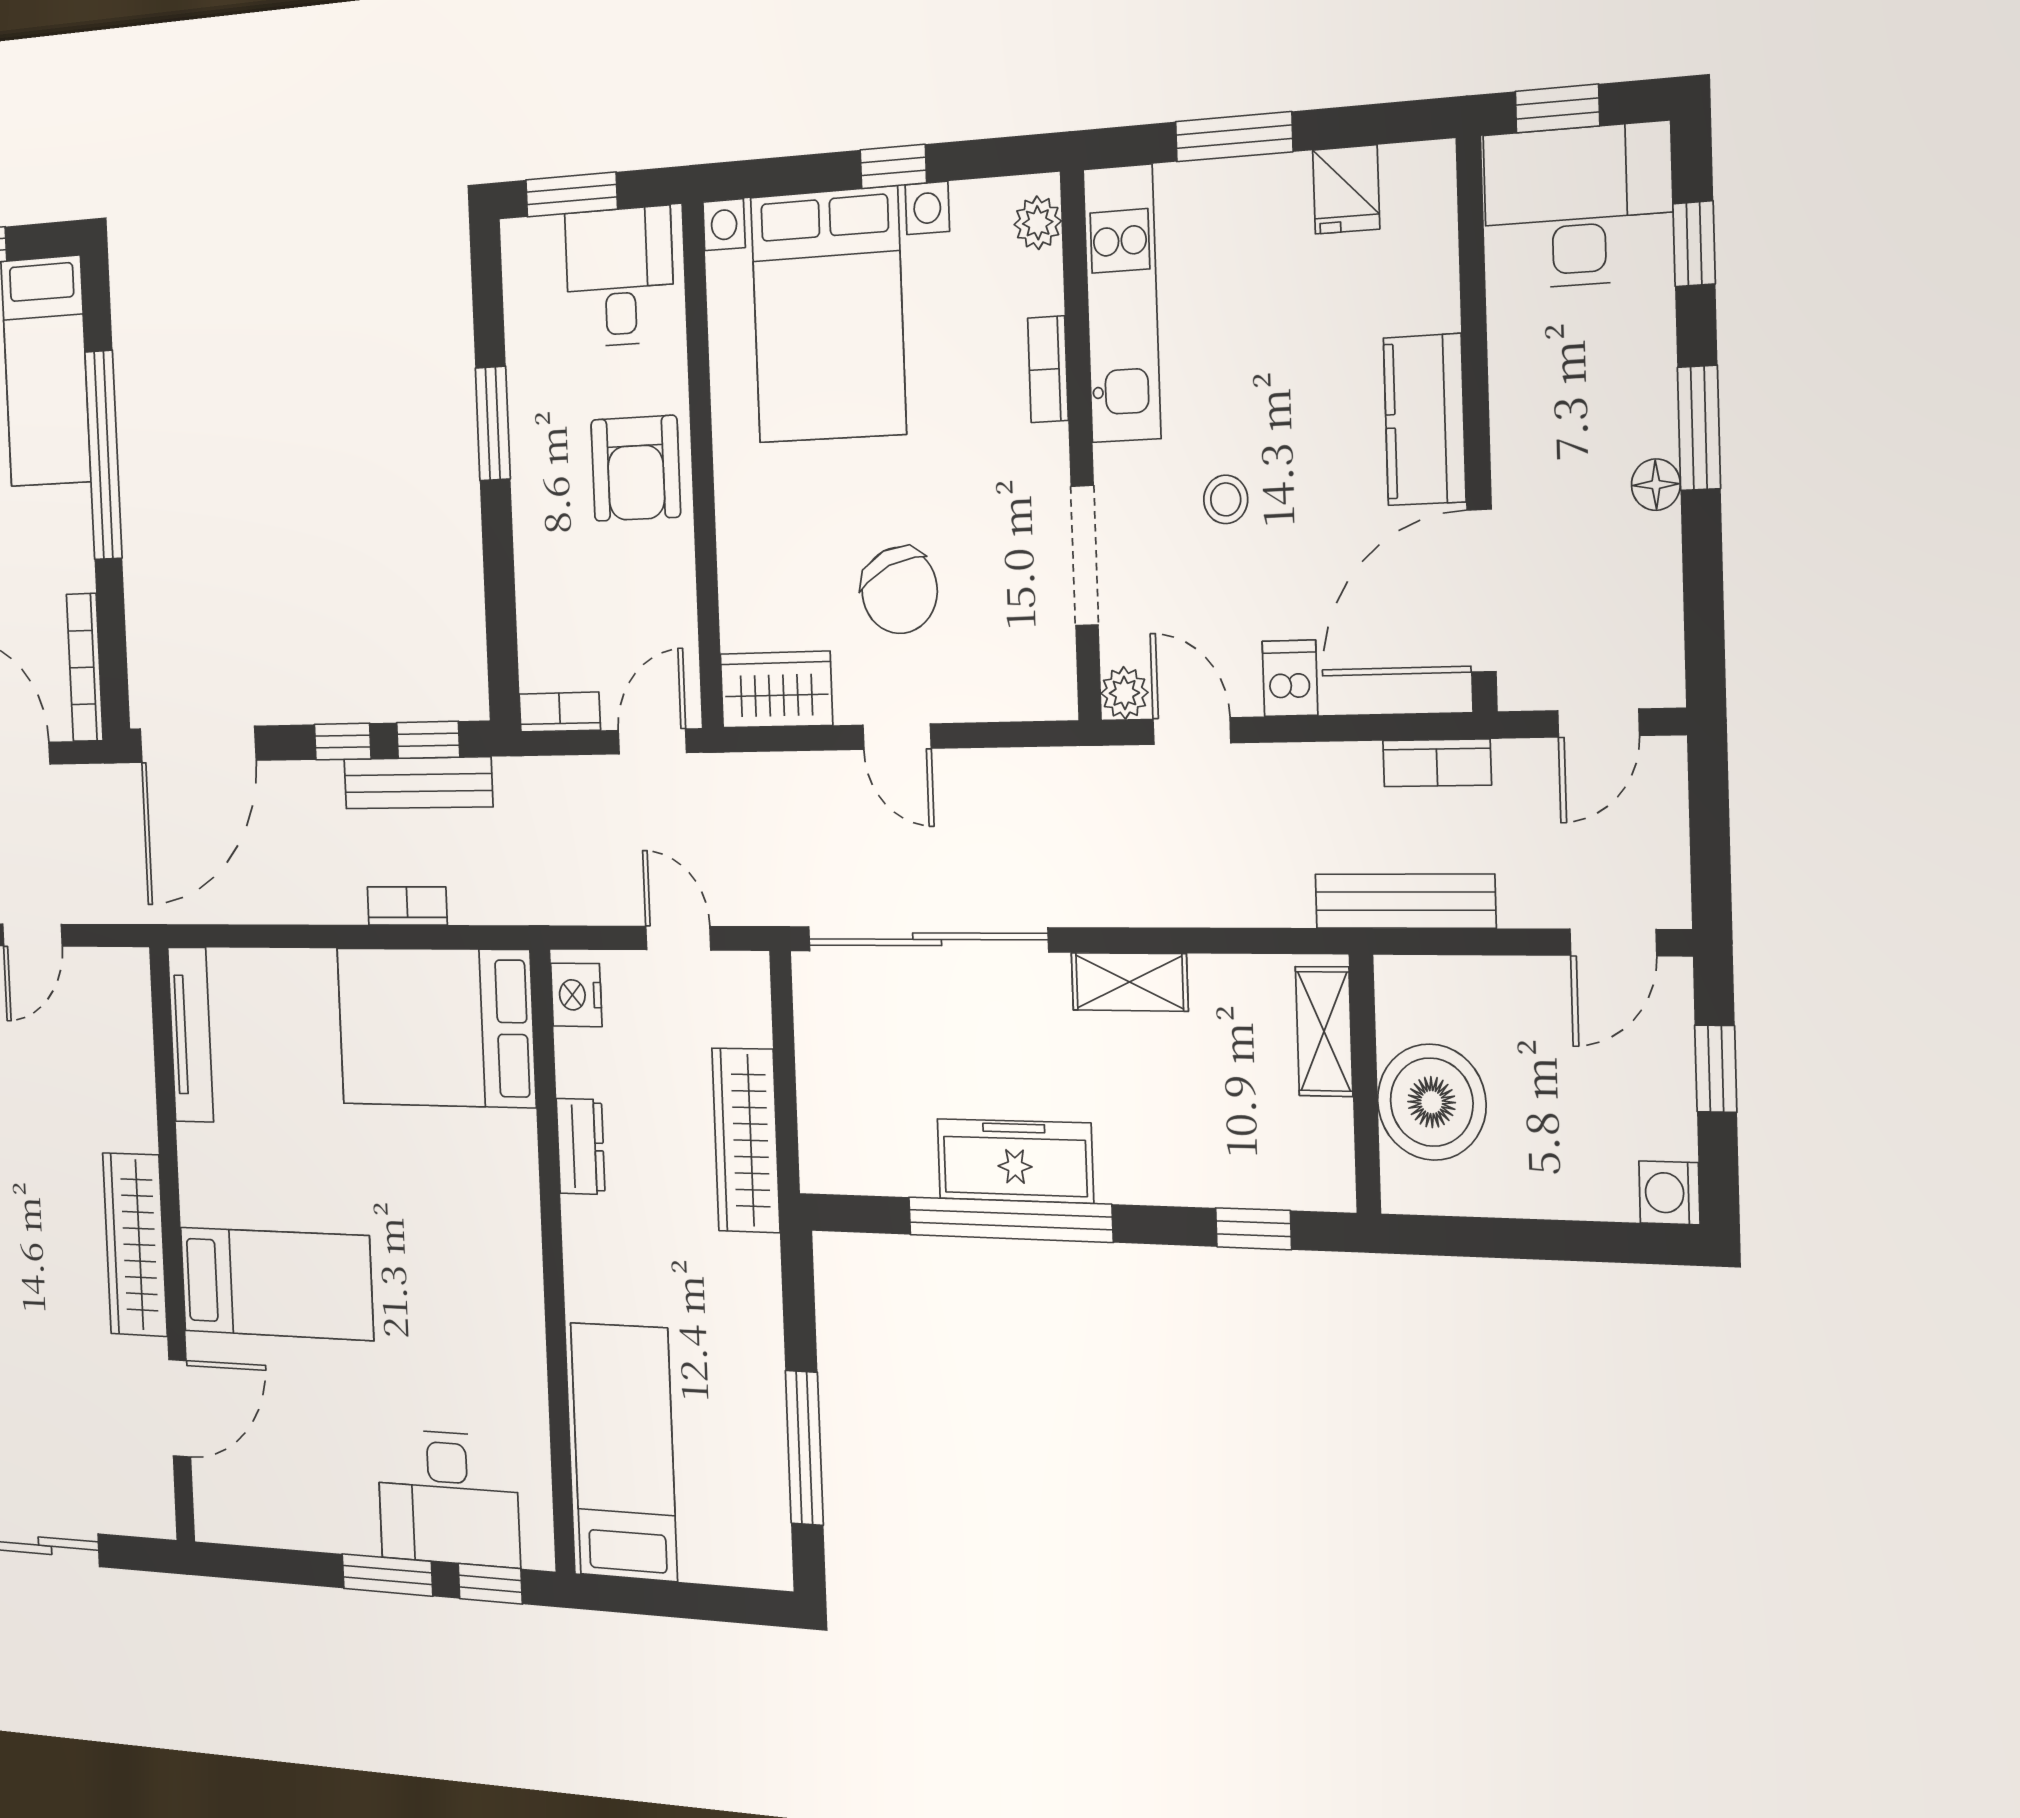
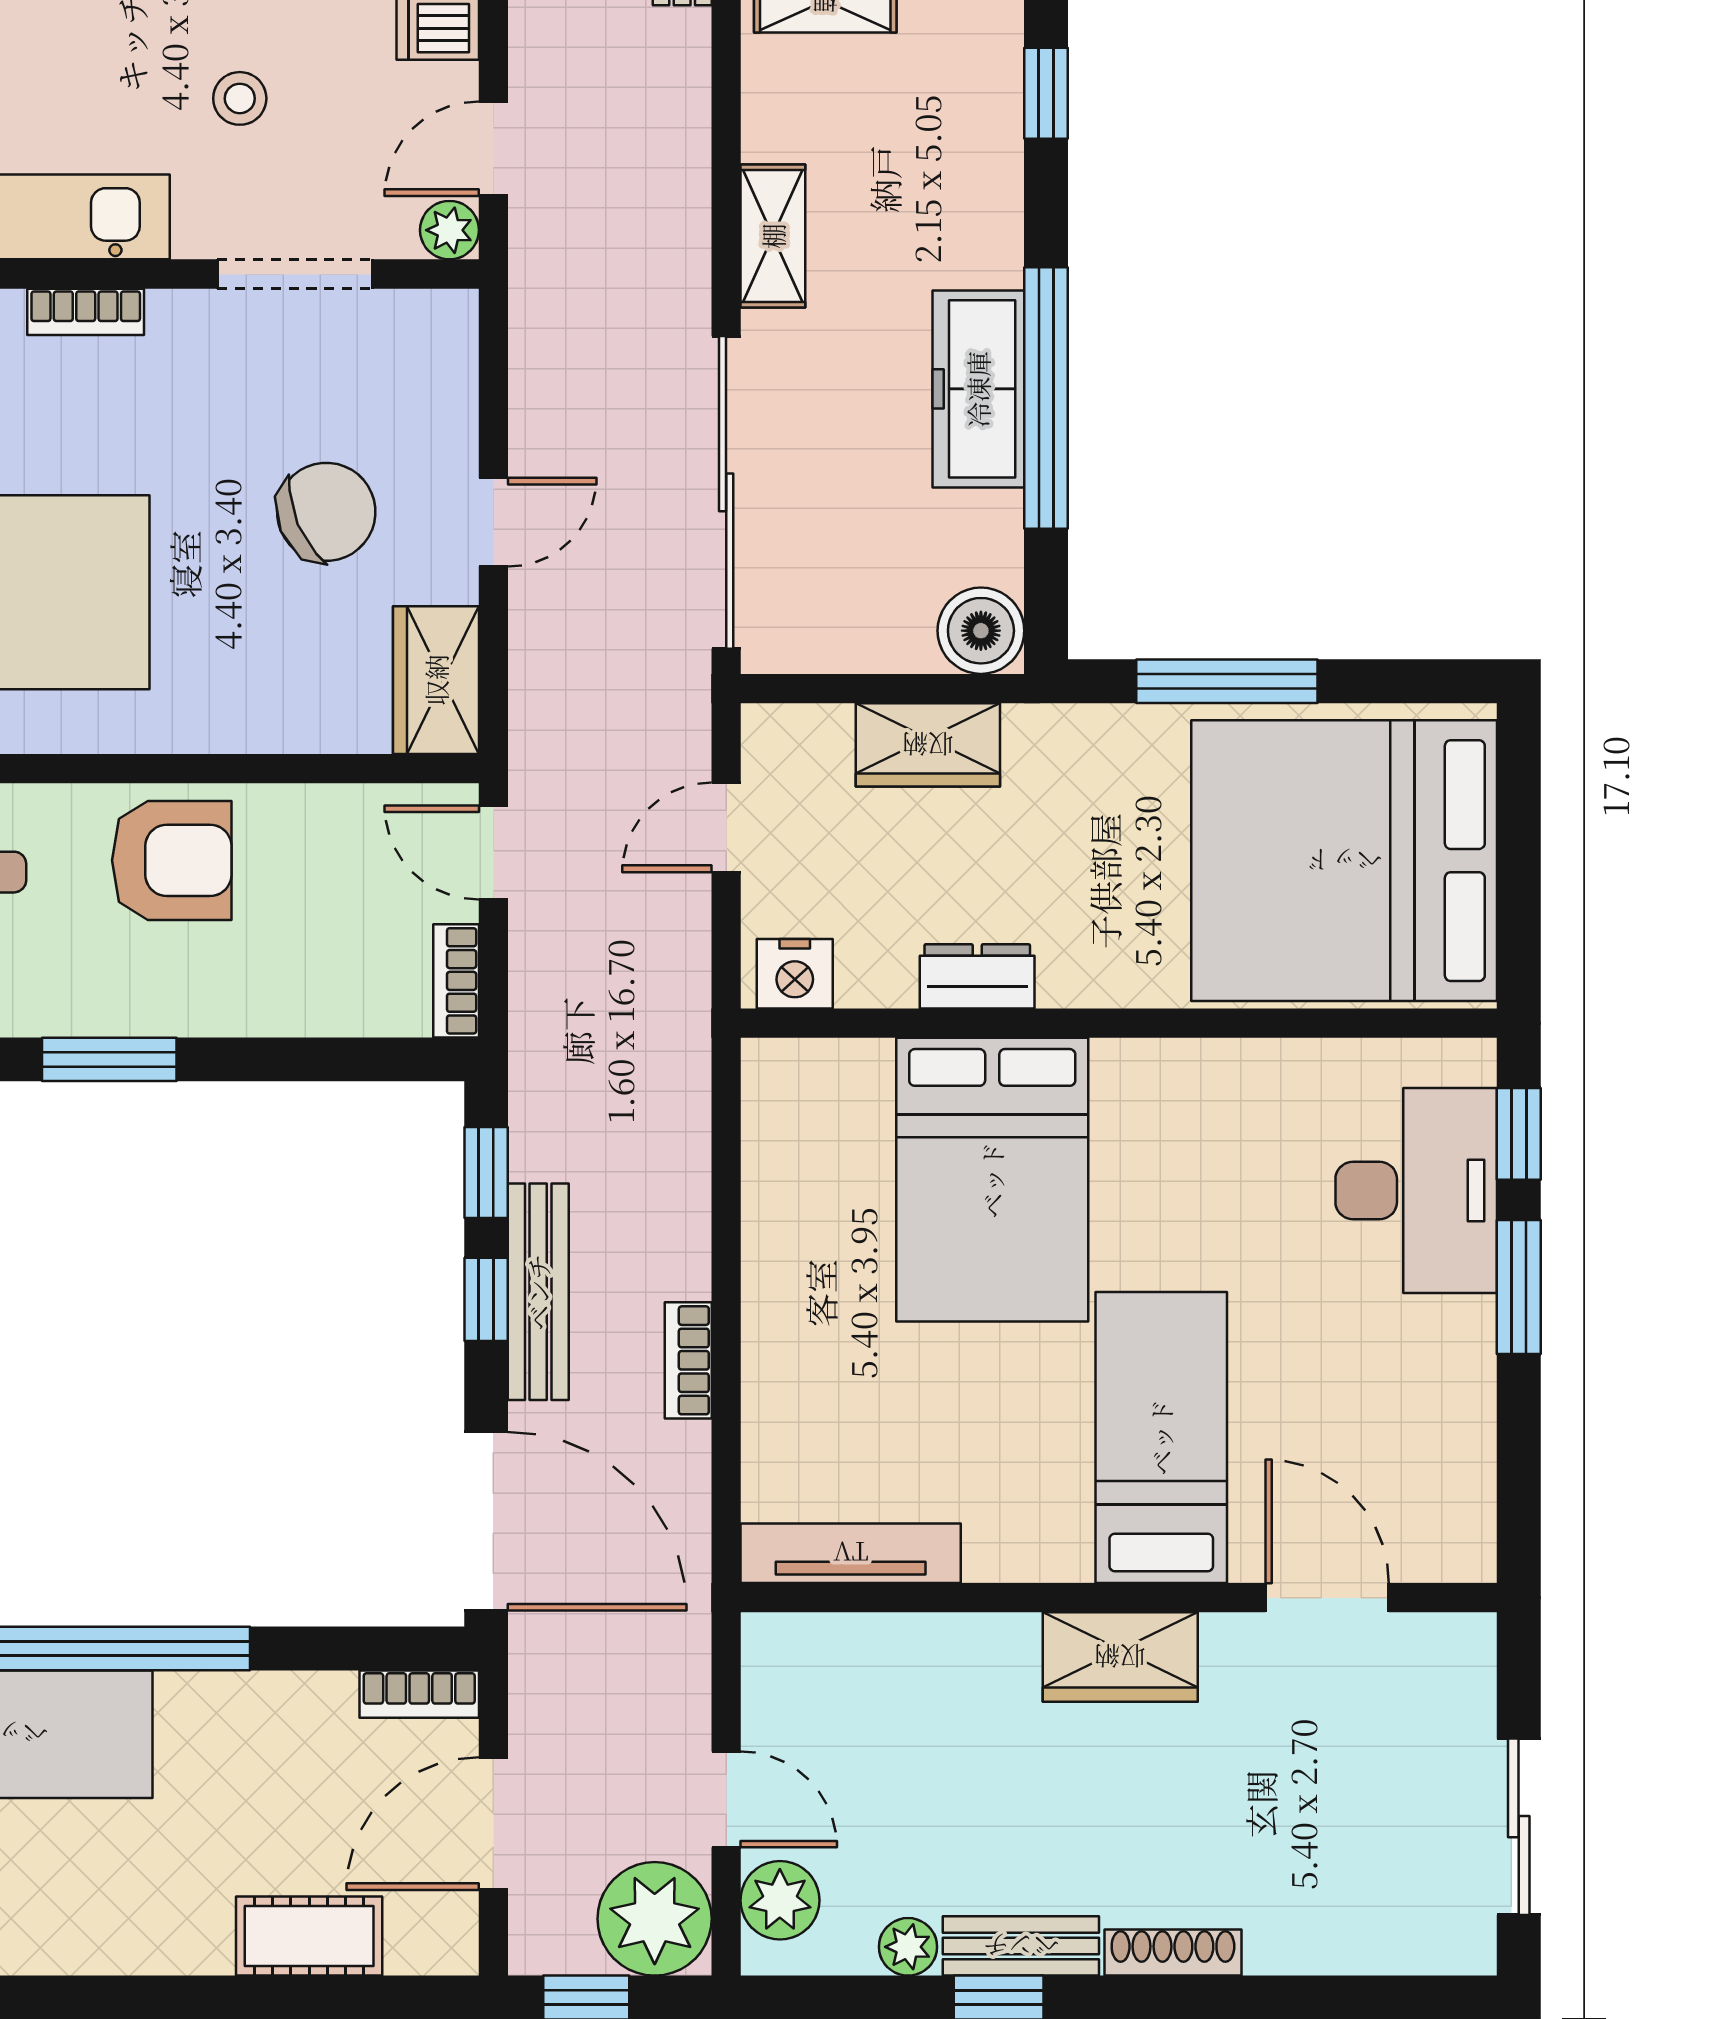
bookcase: (85, 667) -> (419, 1694), width x0.64
bench: (418, 783) -> (538, 1292), moved
bookcase: (407, 906) -> (688, 1360), moved
bed: (436, 1027) -> (992, 1180), moved
wardrobe: (746, 1140) -> (928, 745), width x0.67
boiler: (831, 1157) -> (981, 631), added
wardrobe: (135, 1245) -> (1120, 1657), width x0.67
window: (804, 1448) -> (1227, 681), moved
bed: (624, 1452) -> (1344, 861), width x2.04

